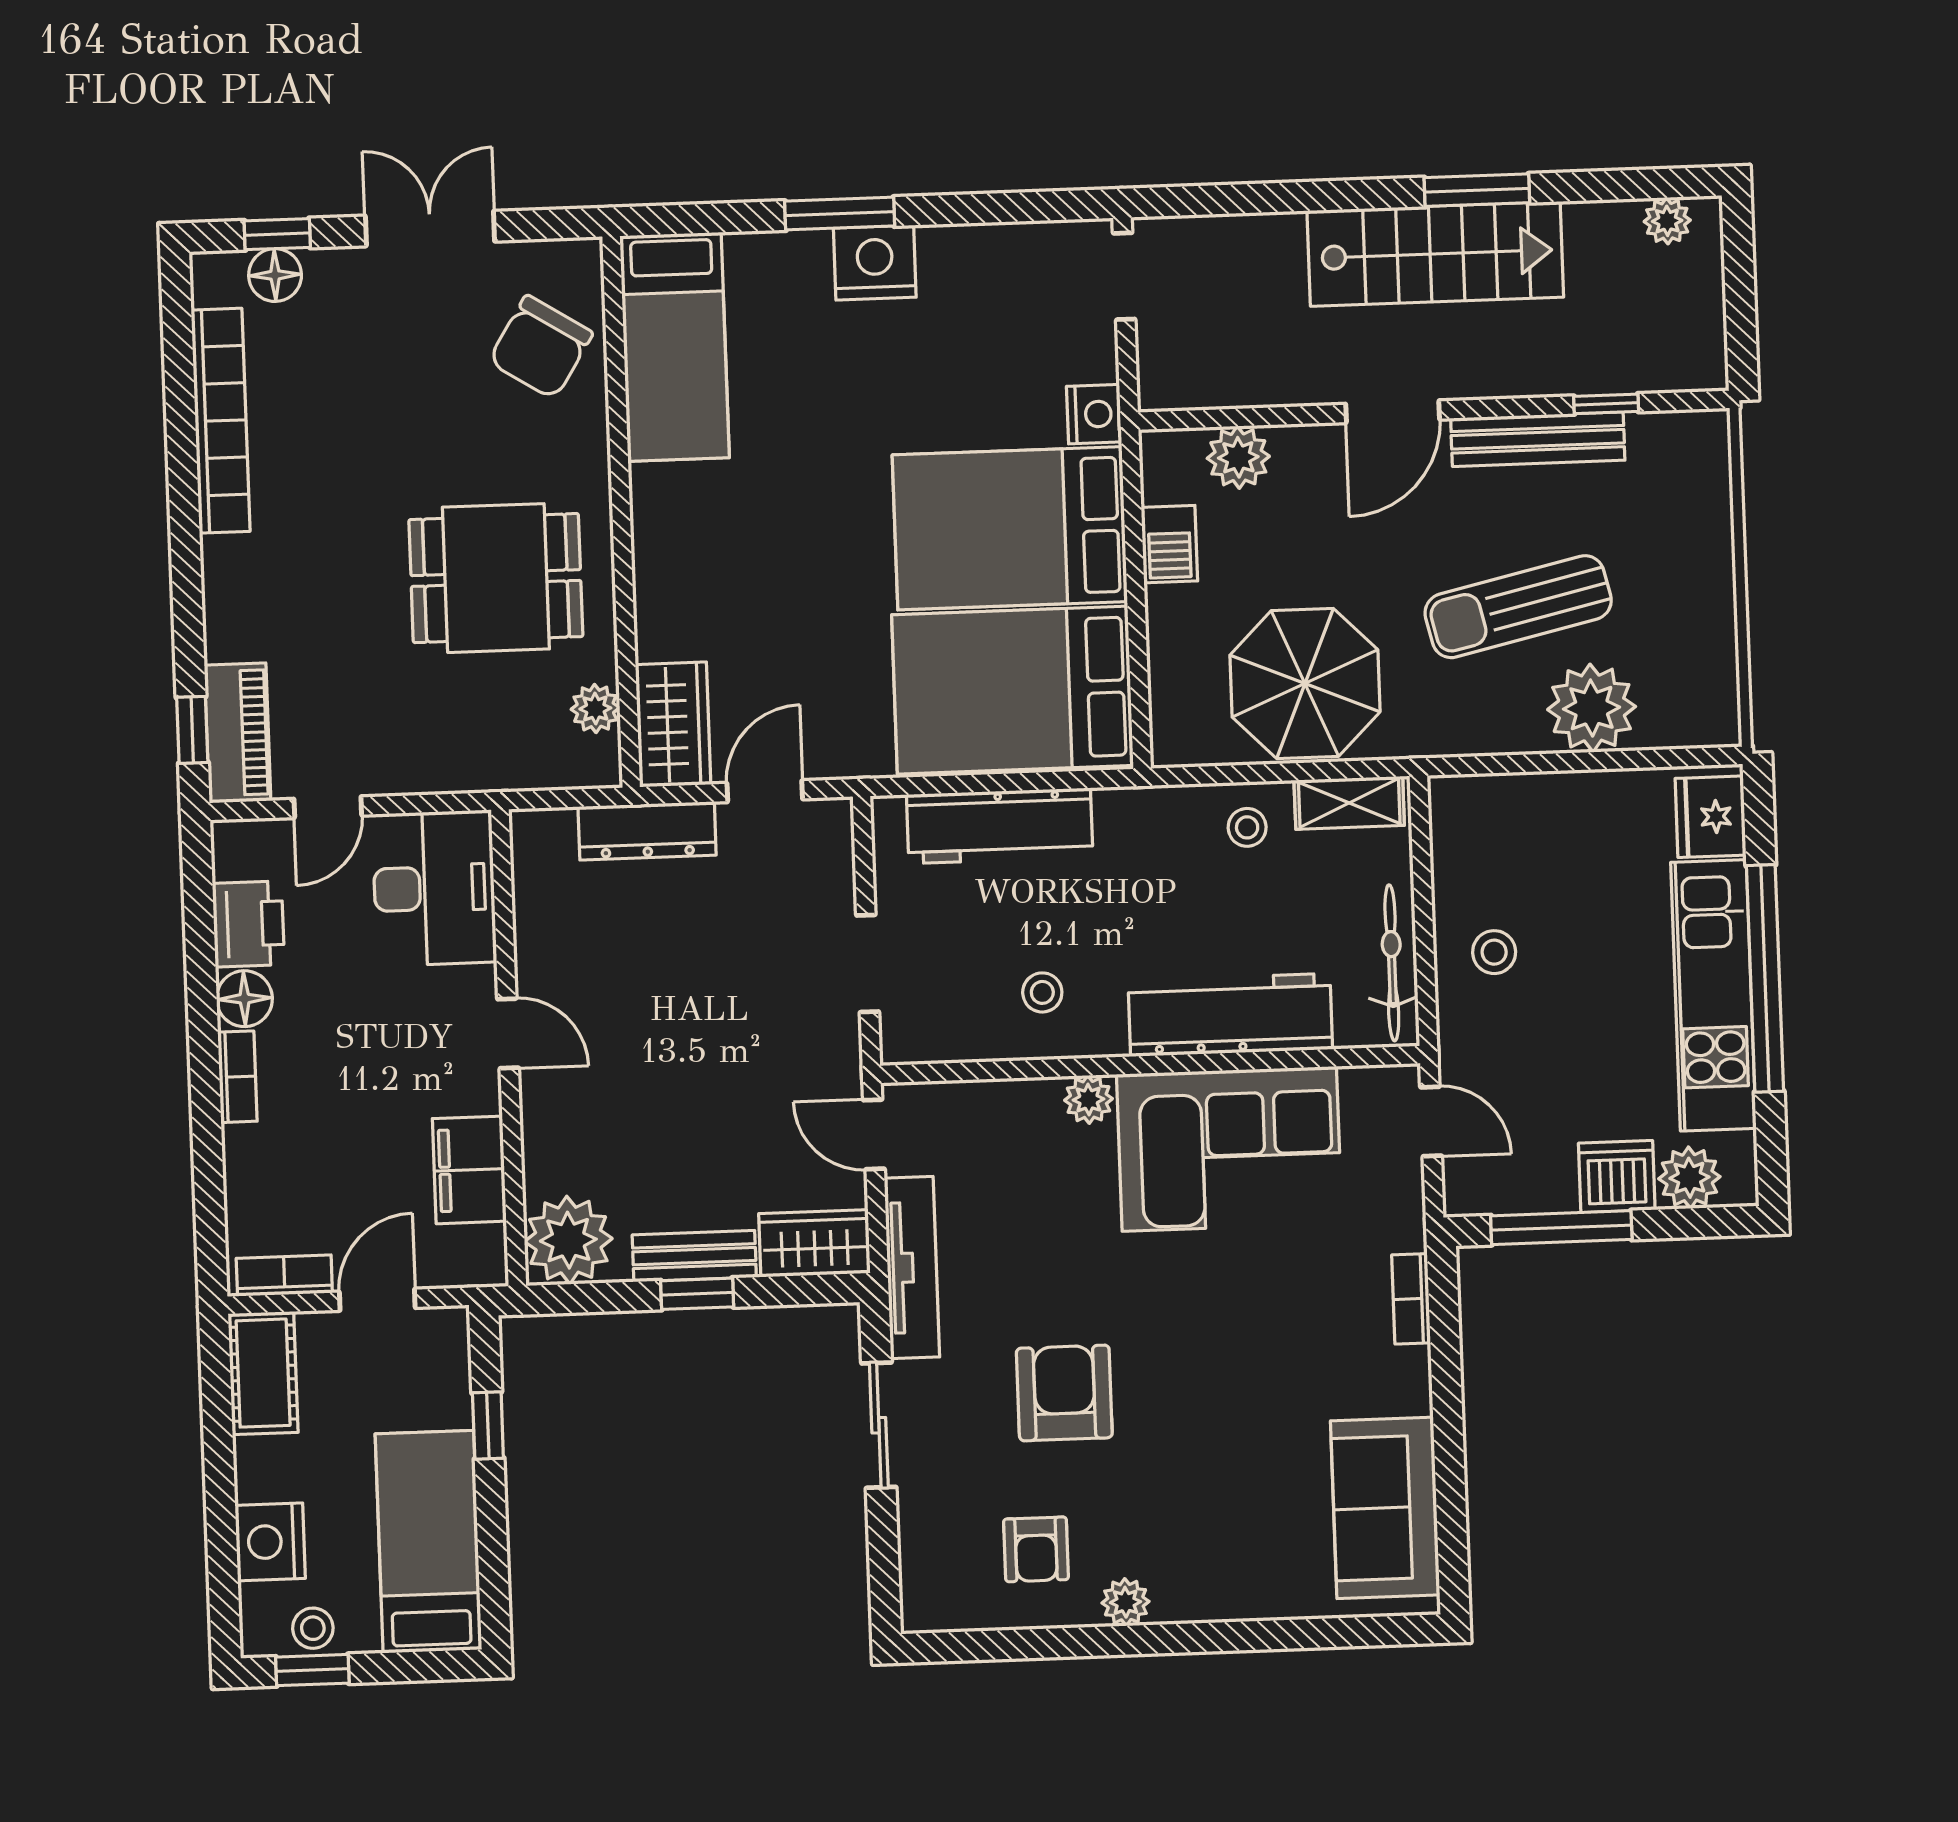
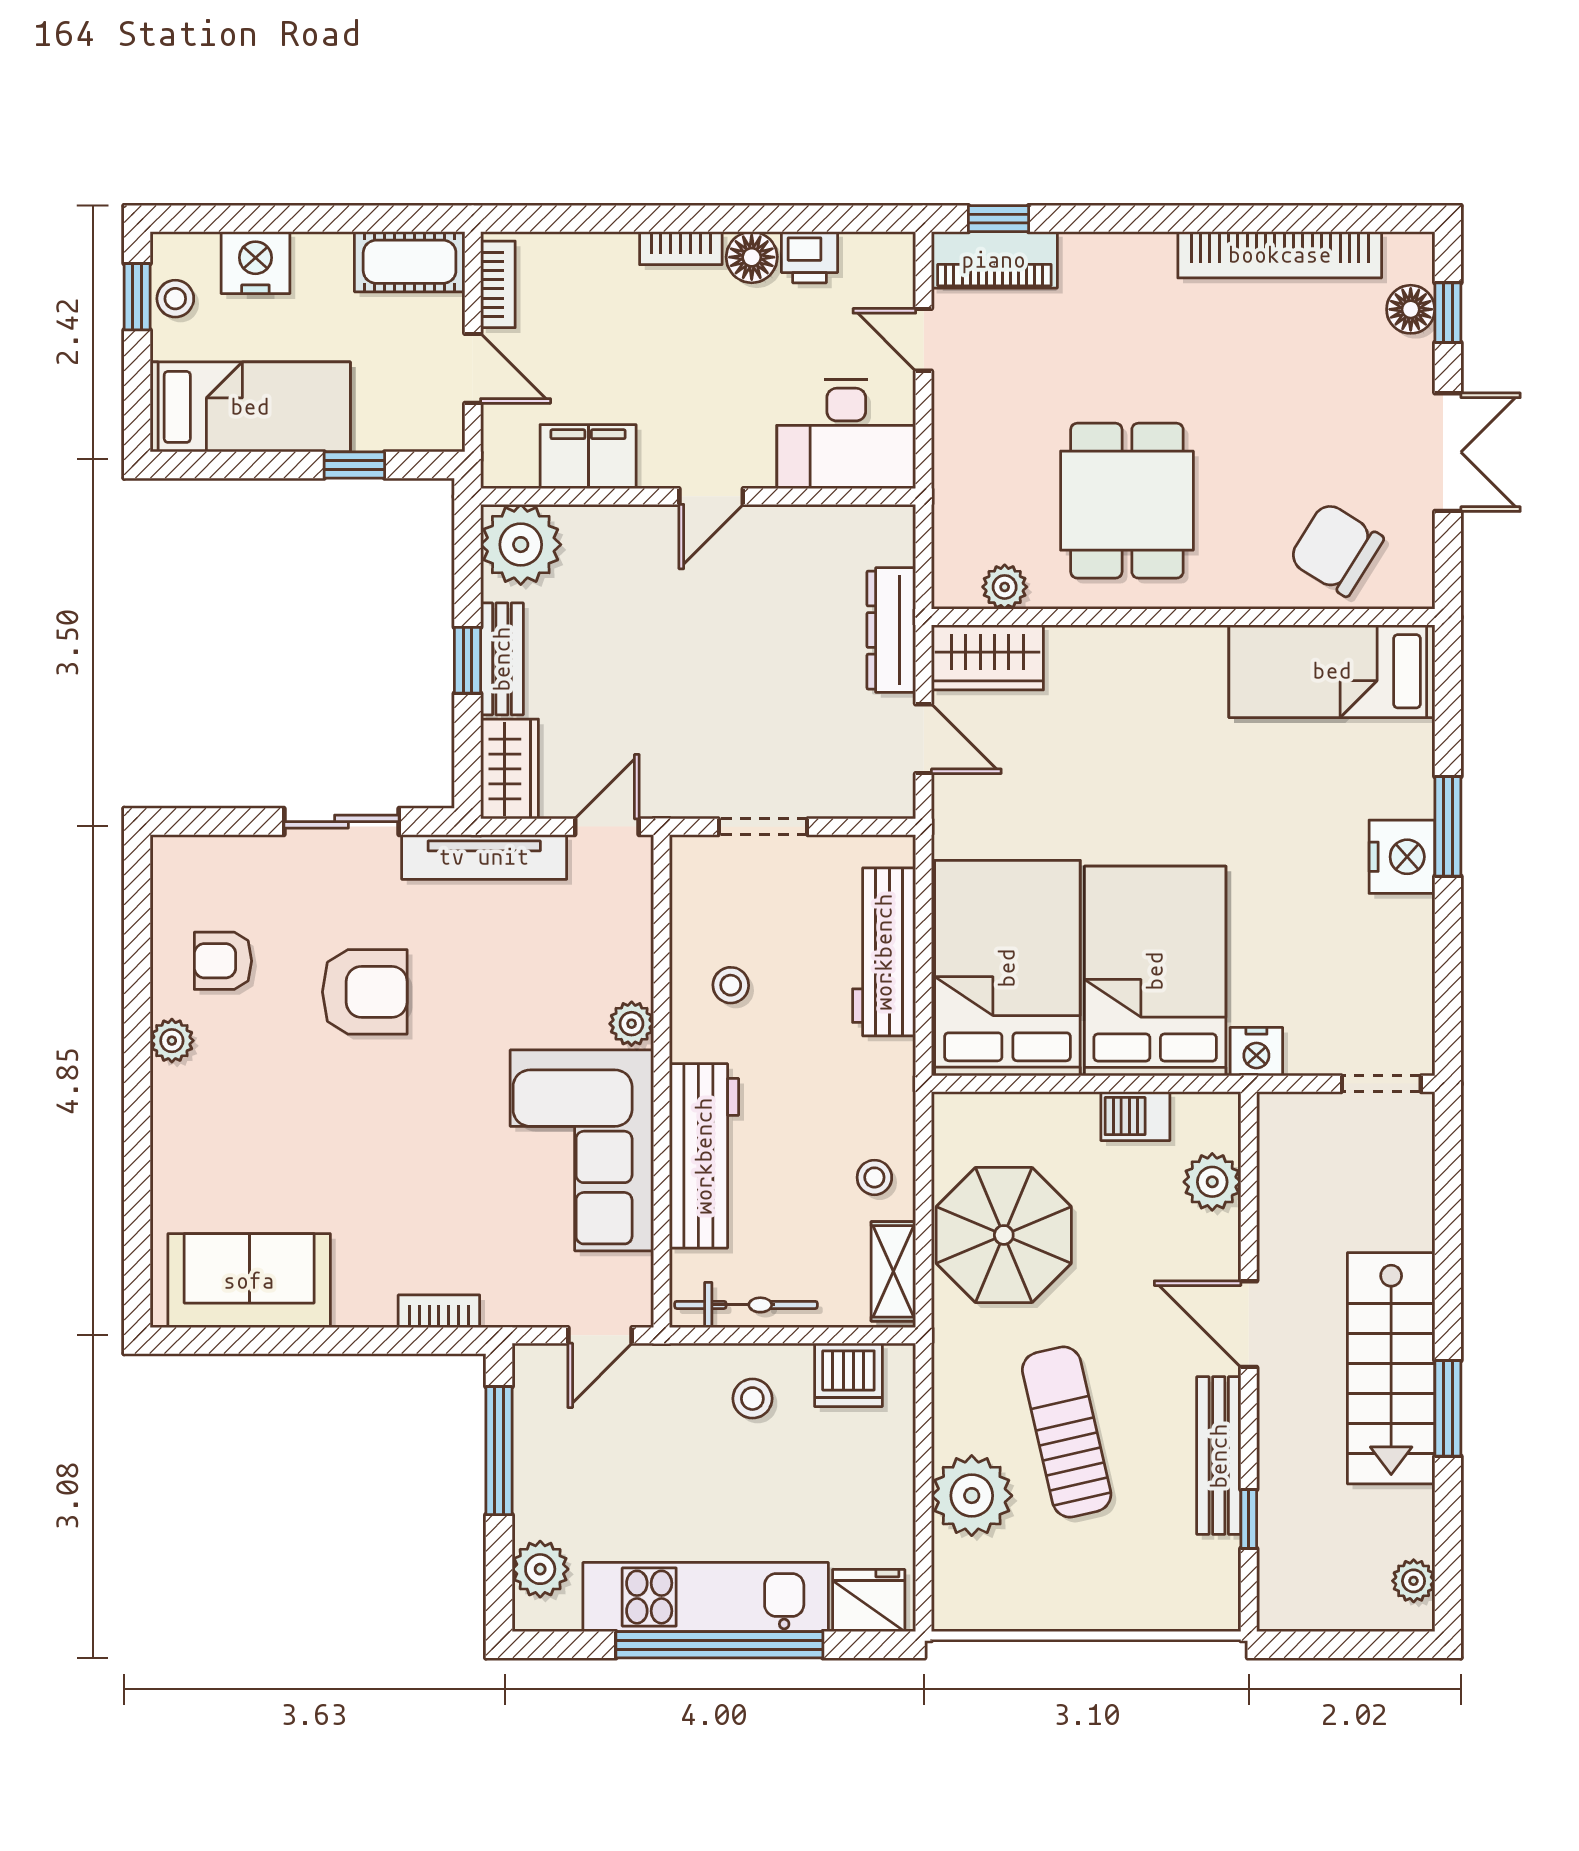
printer: (248, 924) -> (810, 257), width x0.73, depth x0.81
dishwasher: (1617, 1176) -> (848, 1375), moved, turned 90

